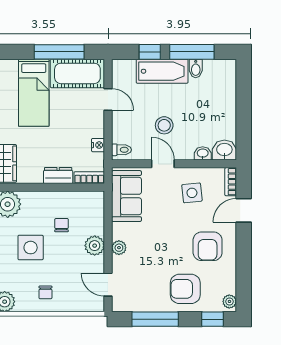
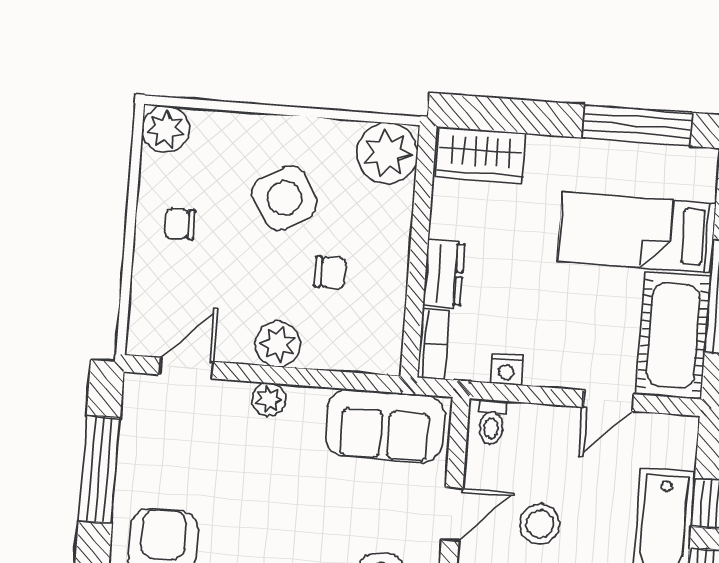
side table: (31, 248) -> (285, 198), turned -31

